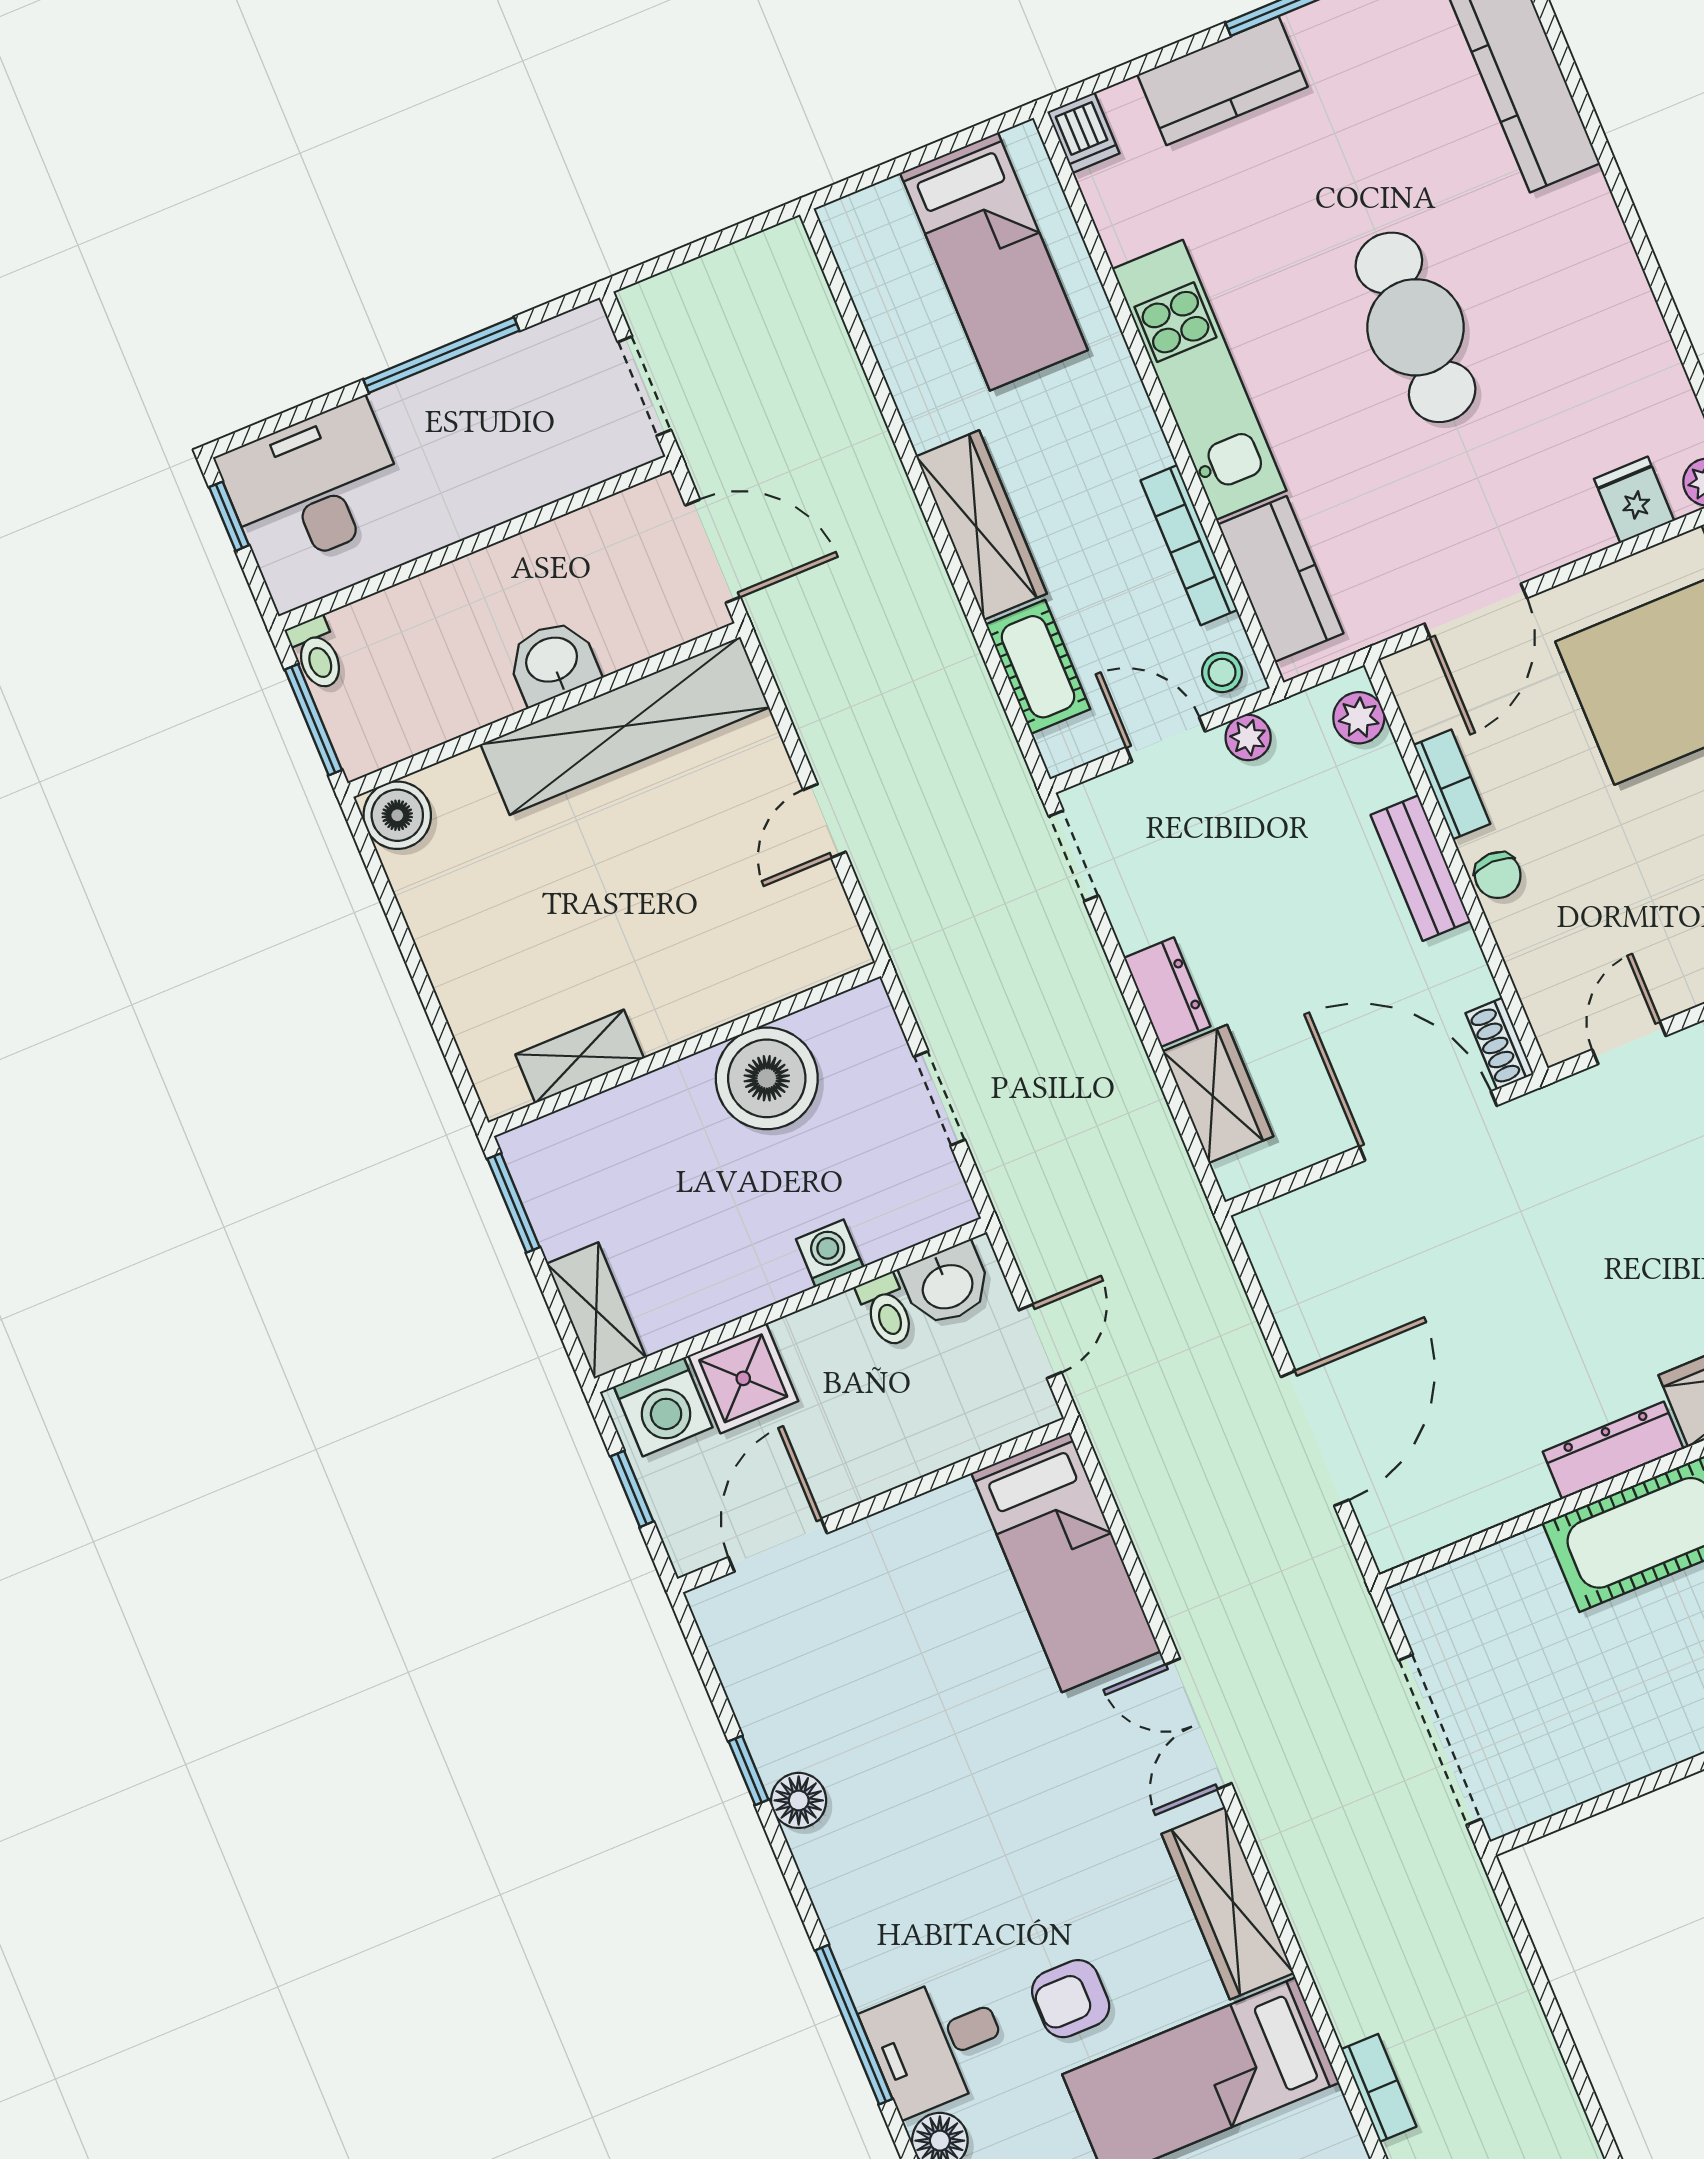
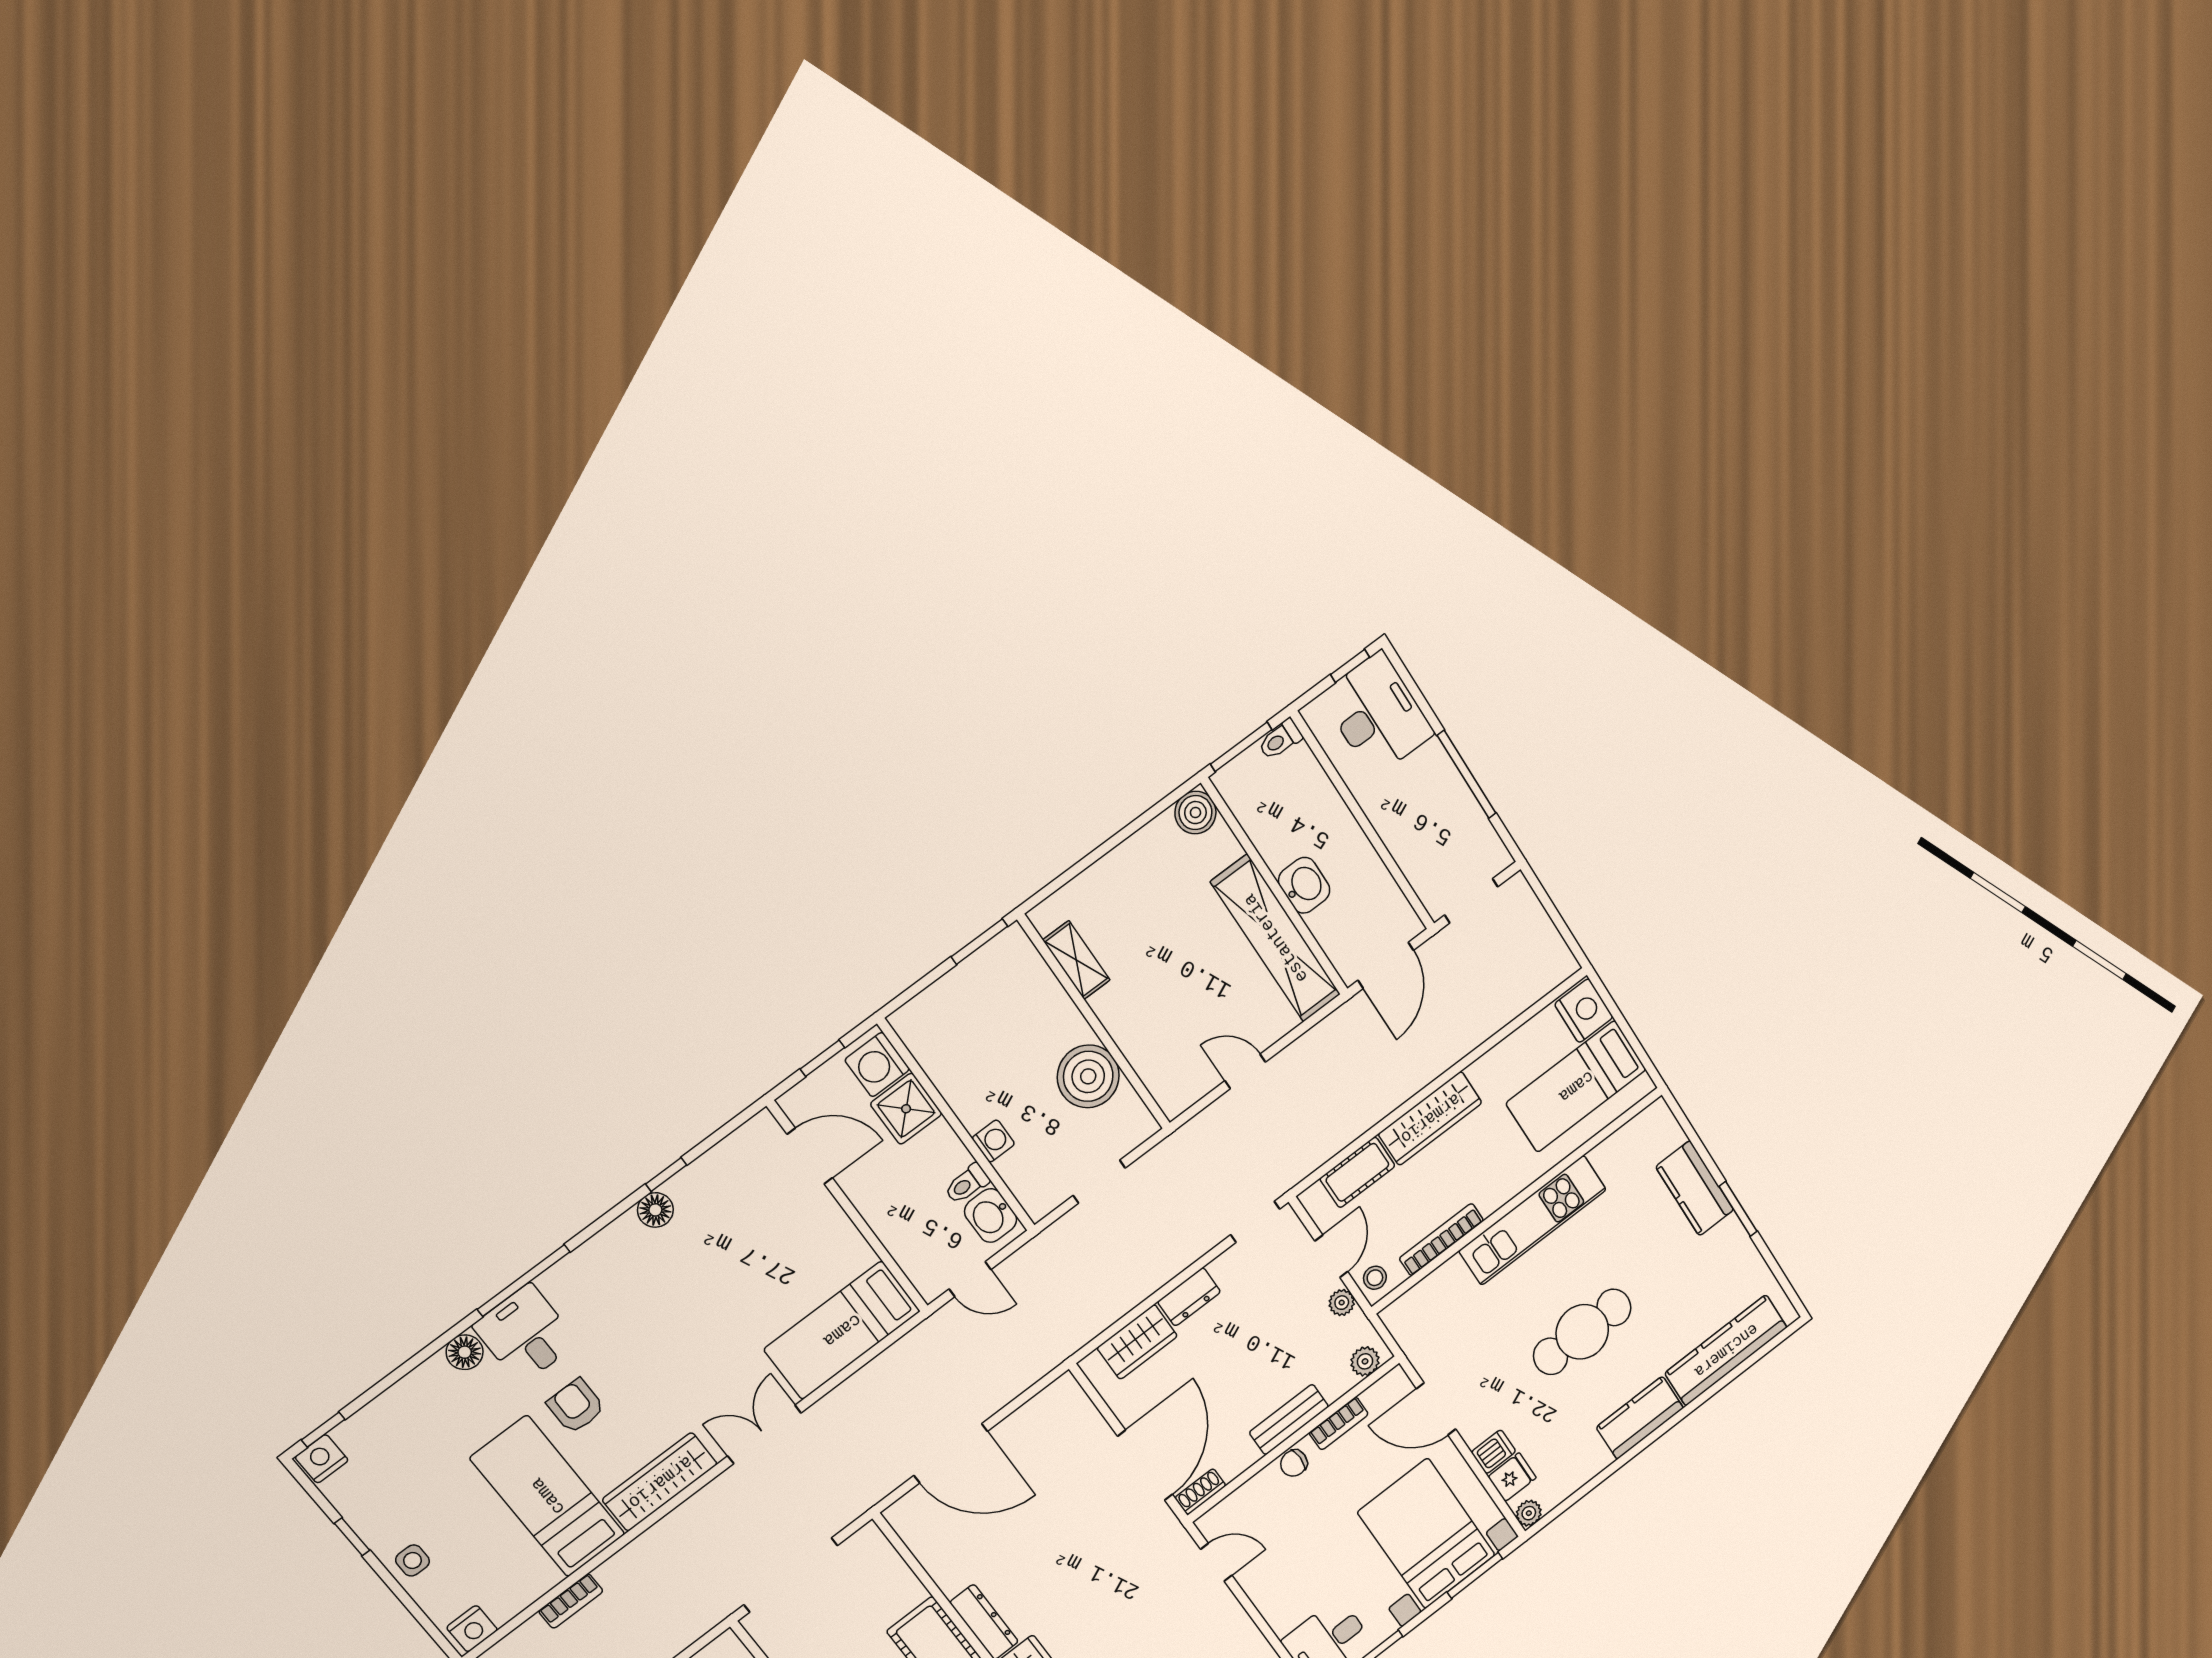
dishwasher: (1083, 133) -> (1494, 1452), moved, turned 180
nightstand: (871, 225) -> (1584, 1011), added
kitchen counter: (1281, 579) -> (1640, 1418), moved, turned 180
shelving: (596, 1310) -> (926, 1009), removed

